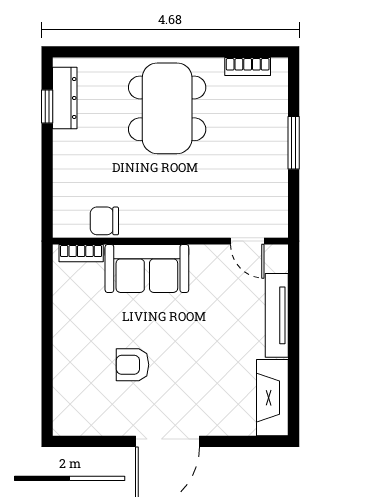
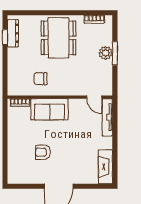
plant: (273, 142) -> (106, 53), added
chair: (104, 221) -> (40, 79), moved
tv unit: (277, 315) -> (107, 117), moved

